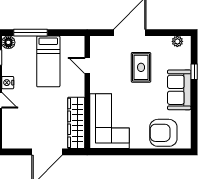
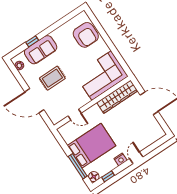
bed: (48, 61) -> (91, 146), width x1.50
door: (87, 65) -> (75, 115), hinge flipped
sofa: (179, 90) -> (41, 50), moved

